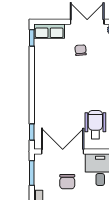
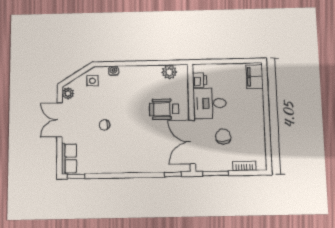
chair: (81, 50) -> (104, 125), moved
chair: (67, 182) -> (223, 137), turned -90

